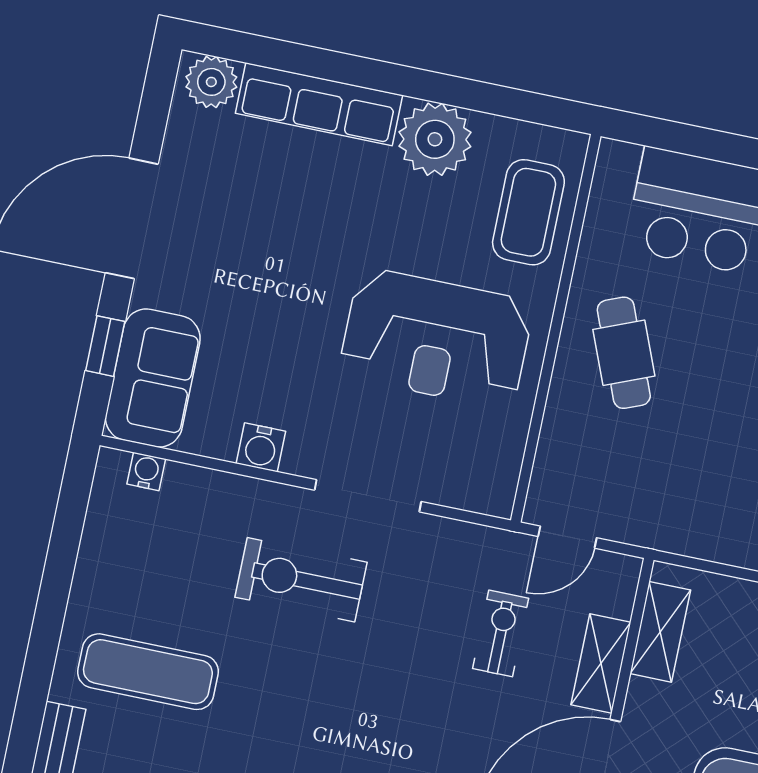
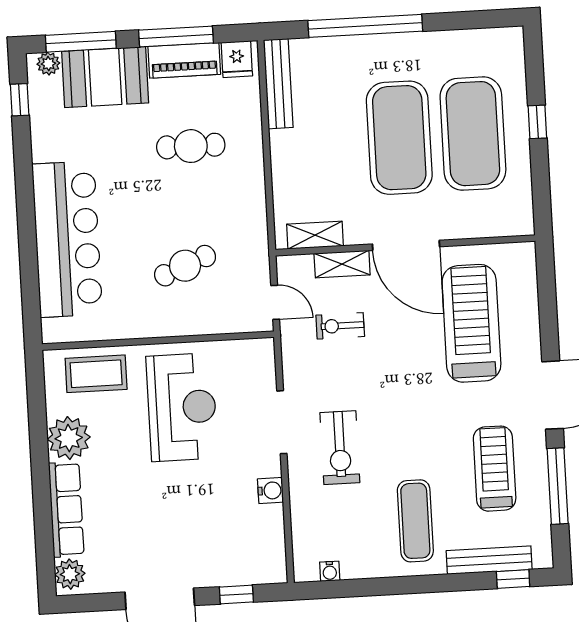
cafe table: (624, 353) -> (185, 266), moved
sofa: (153, 378) -> (247, 563), removed
water cooler: (146, 471) -> (330, 571), moved, turned -90

